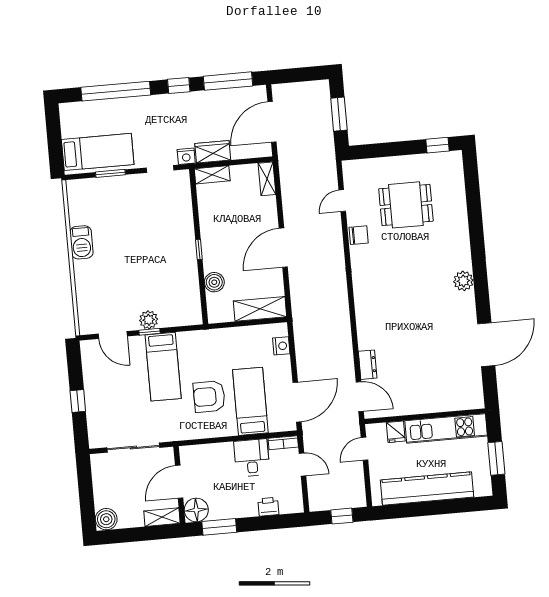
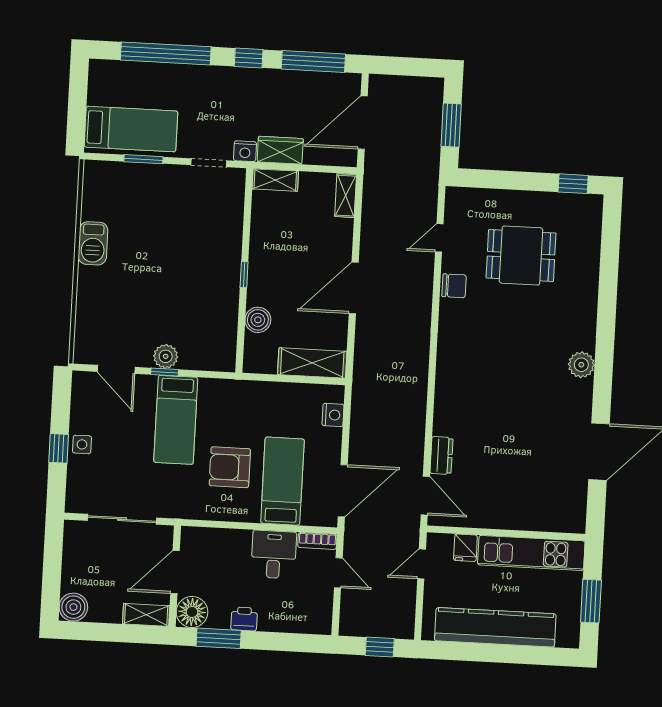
side table: (95, 395) -> (82, 444), added
printer: (268, 507) -> (244, 619), moved

